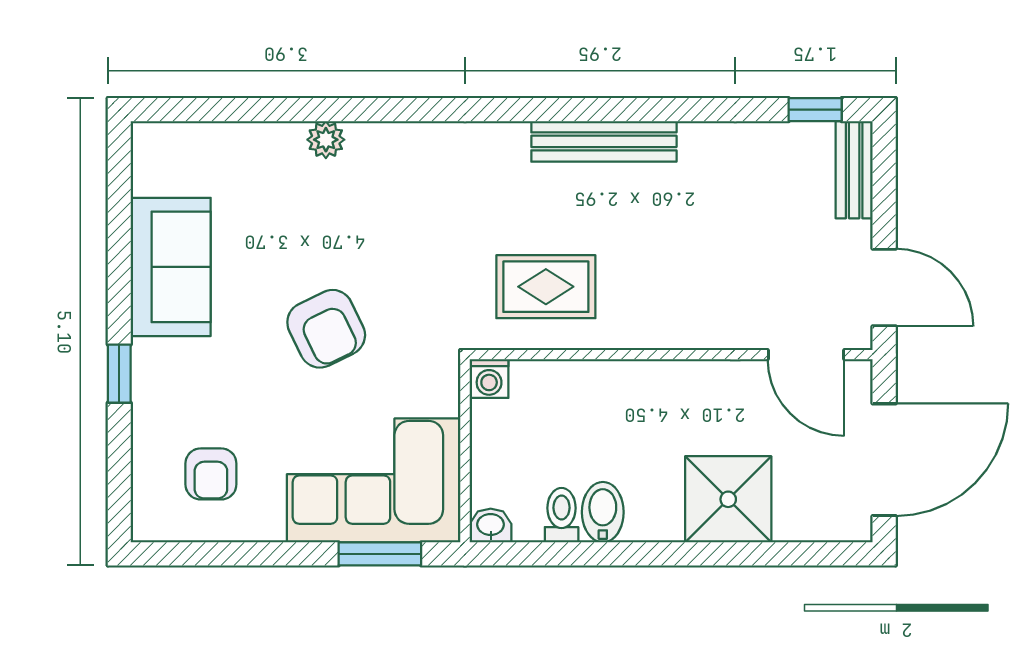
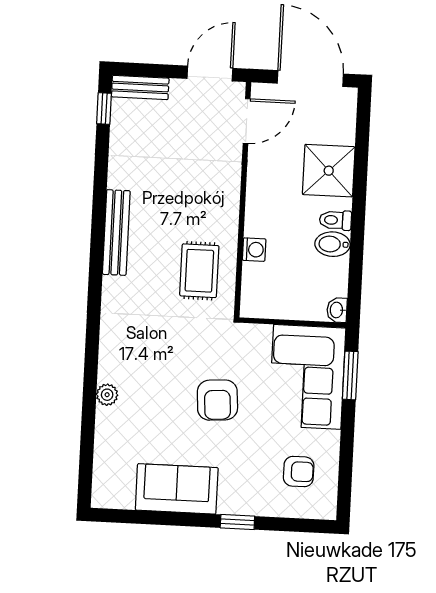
armchair: (326, 329) -> (217, 400), turned 112
washing machine: (489, 379) -> (254, 250), moved
toilet: (562, 515) -> (335, 220), moved

